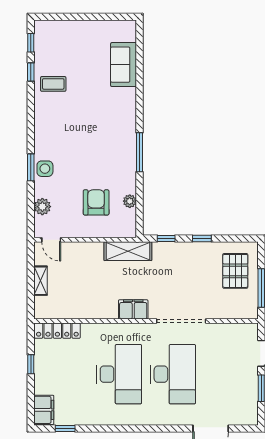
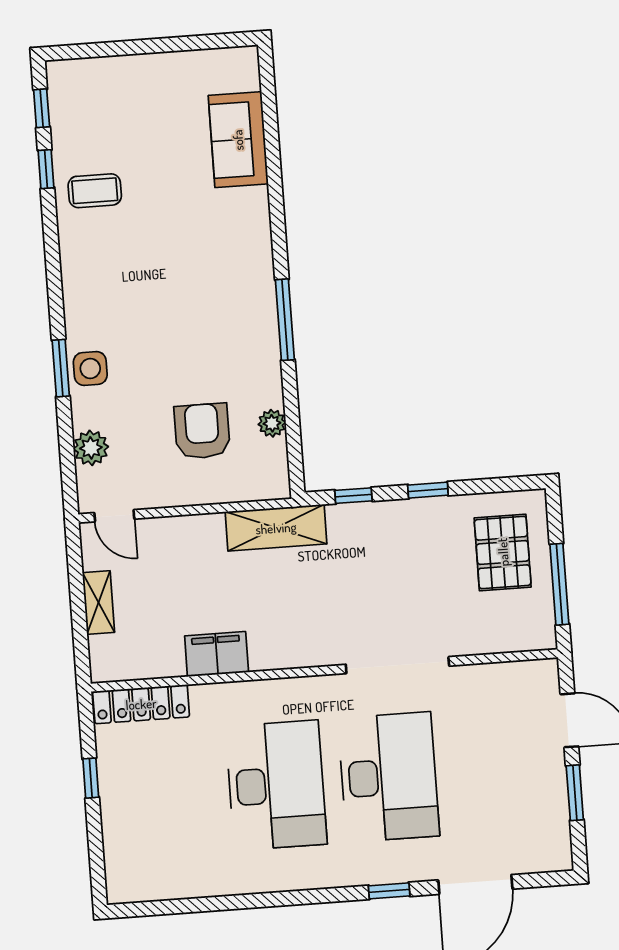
filing cabinet: (133, 309) -> (217, 654), moved
filing cabinet: (44, 410) -> (125, 871), removed
window: (65, 428) -> (389, 891), moved

